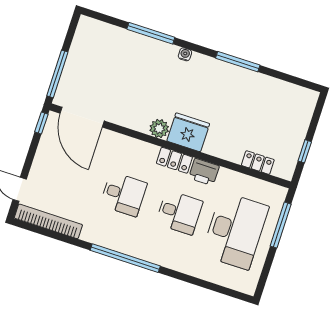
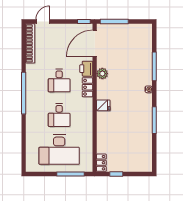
plant: (159, 129) -> (102, 74), moved
fridge: (188, 132) -> (103, 105), width x0.53, depth x0.75
locker: (174, 160) -> (87, 87), moved
locker: (258, 163) -> (101, 163), moved
printer: (204, 172) -> (86, 69), moved

